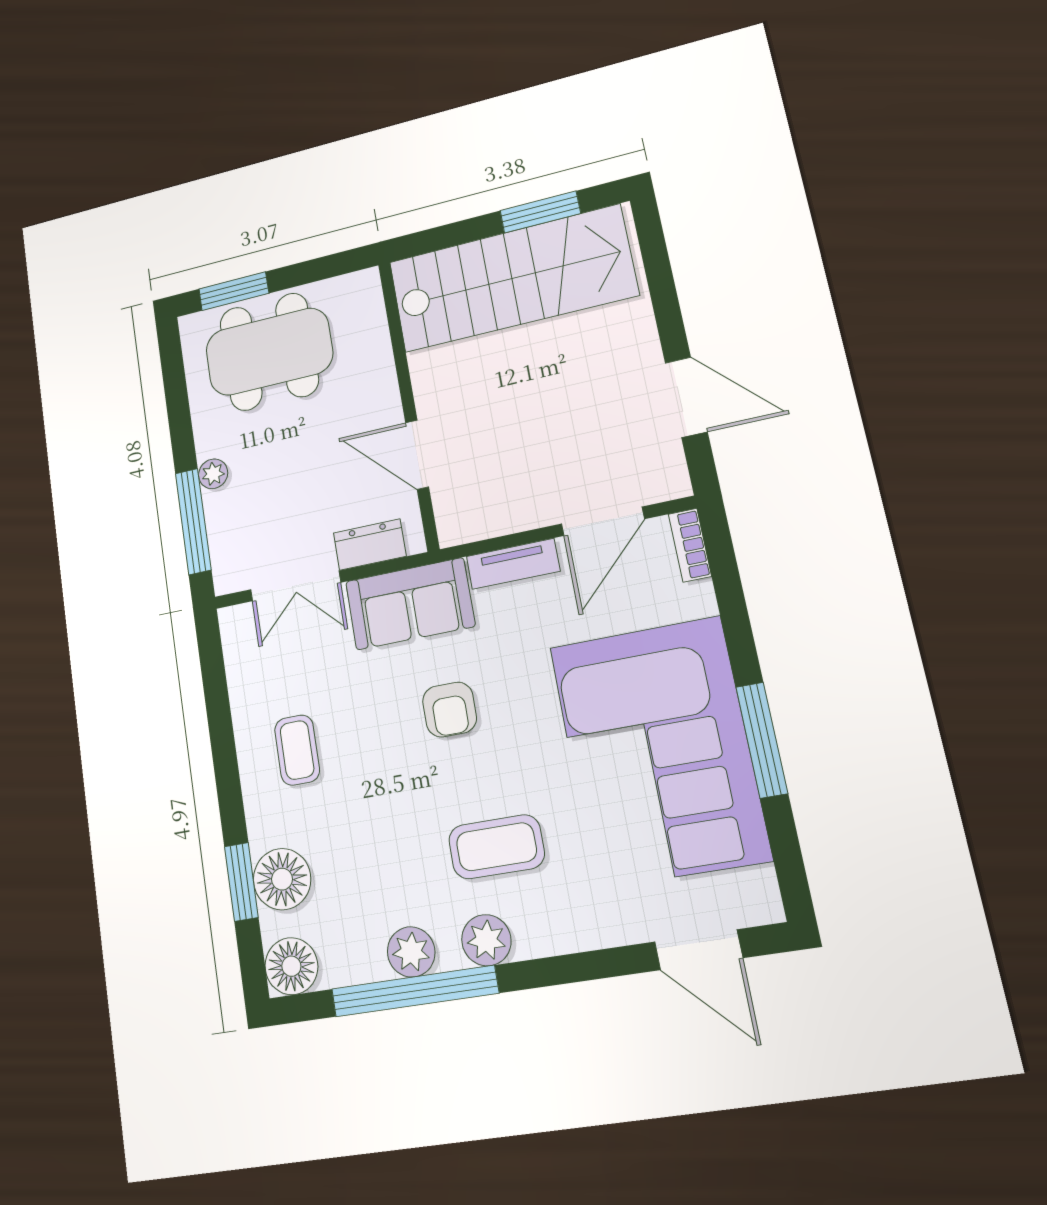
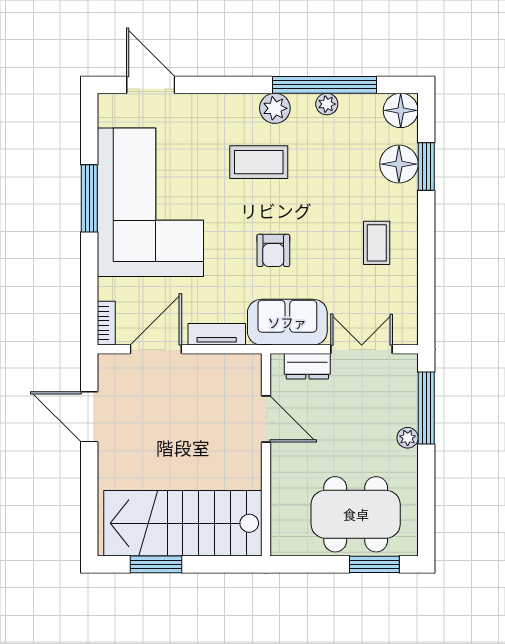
armchair: (450, 709) -> (273, 250), turned 180
plant: (411, 952) -> (327, 104), width x0.73, depth x0.73

